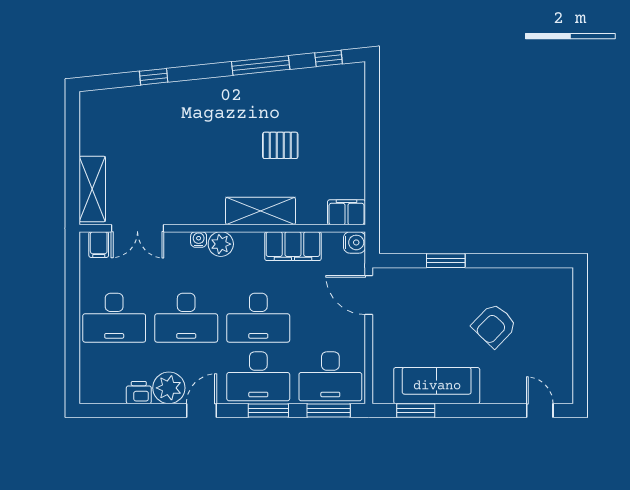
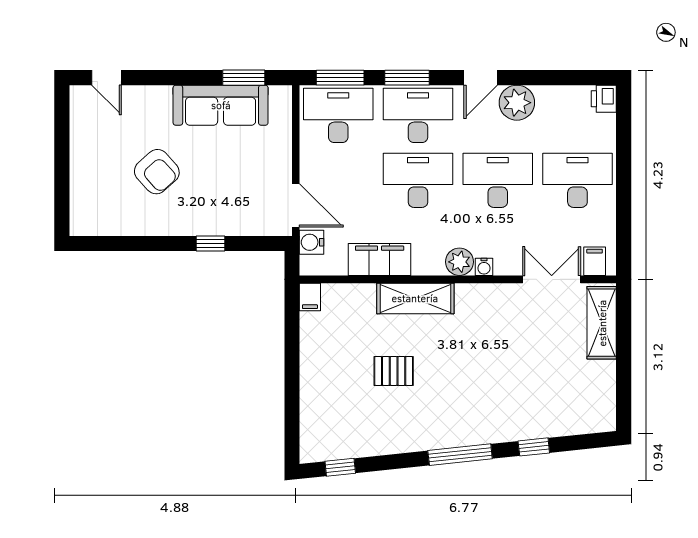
window: (261, 66) -> (460, 455), moved
filing cabinet: (347, 212) -> (310, 297), width x0.50
water cooler: (354, 242) -> (312, 242), moved
window: (446, 261) -> (211, 243), width x0.67
armchair: (494, 325) -> (157, 172), turned 94
printer: (139, 393) -> (604, 99), moved, turned 90

